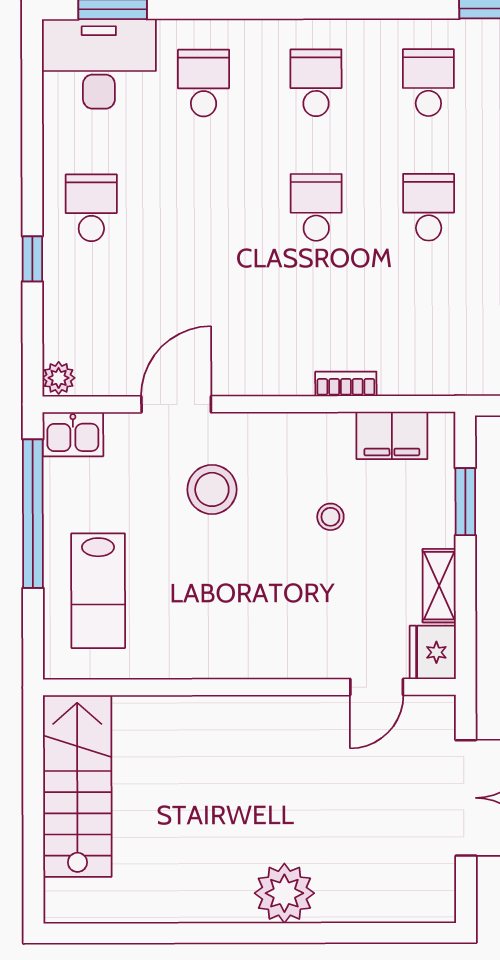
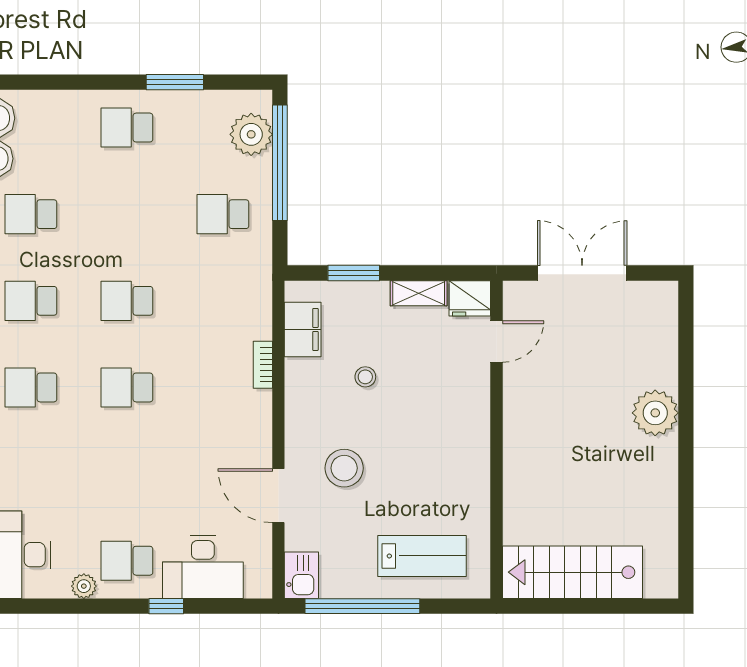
school desk: (204, 83) -> (31, 474), removed
desk: (83, 306) -> (203, 567), added
plant: (59, 378) -> (84, 586), moved
door: (377, 687) -> (497, 342), hinge flipped

